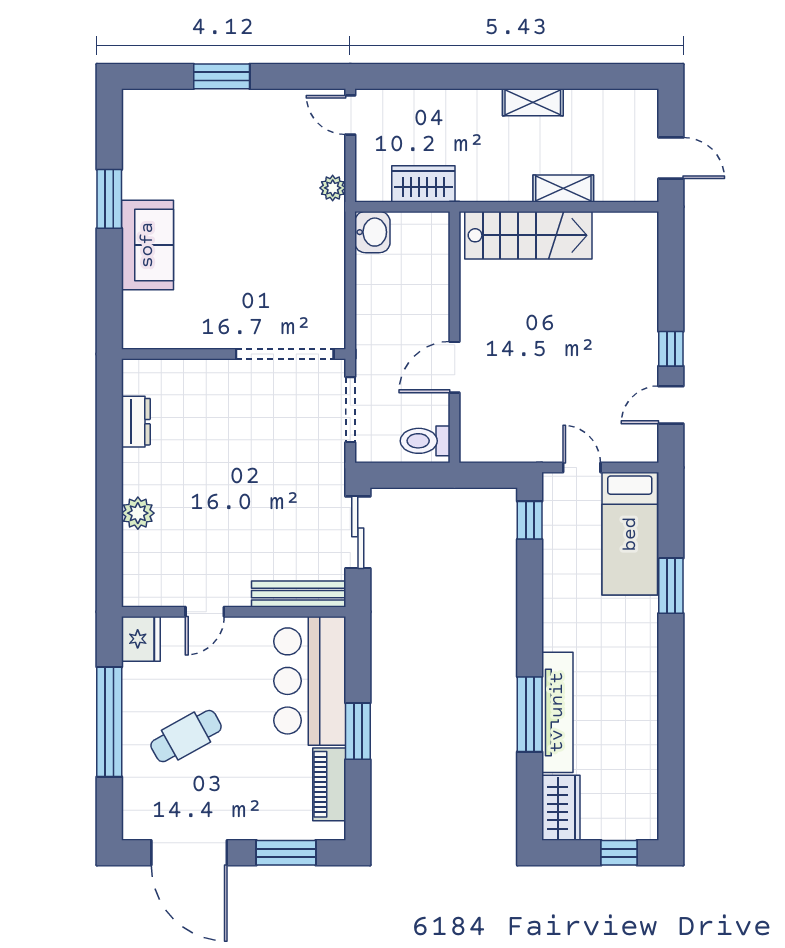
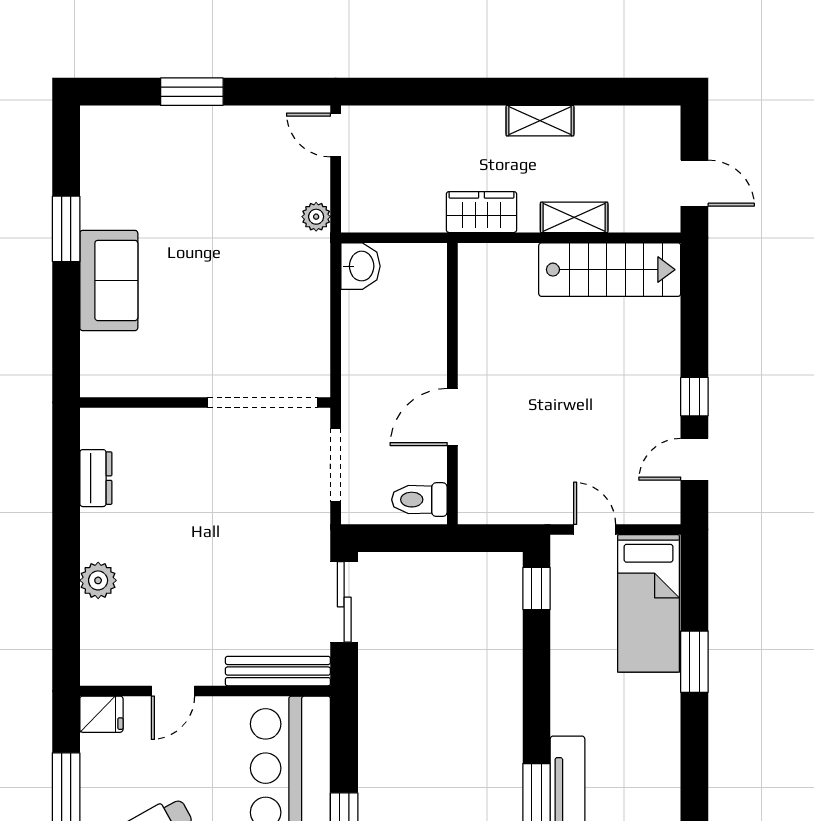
wardrobe: (423, 184) -> (481, 212), moved
stairs: (528, 235) -> (610, 270), moved
fridge: (141, 639) -> (101, 714), width x0.72

